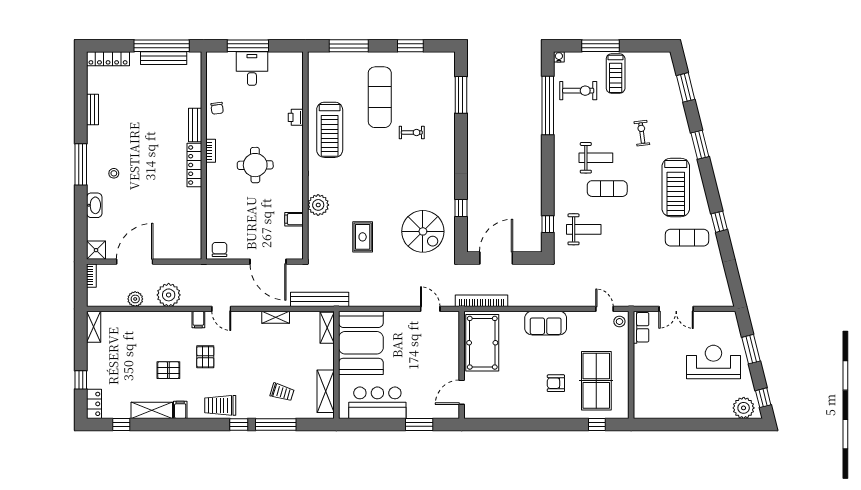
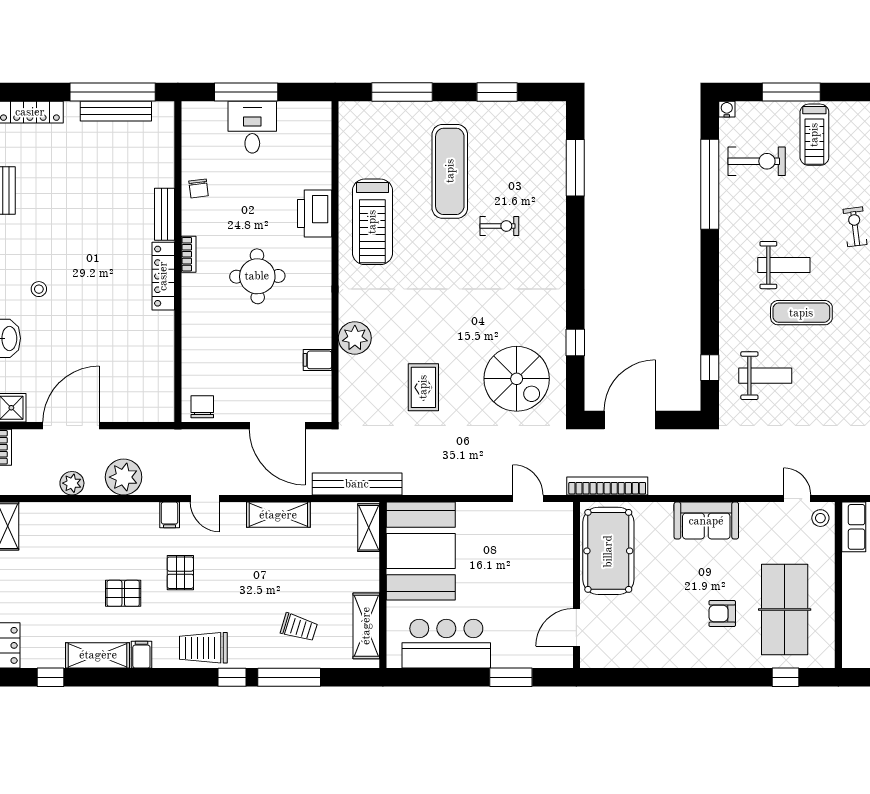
printer: (296, 117) -> (315, 213), width x1.87, depth x1.48
shelving: (276, 317) -> (278, 515), width x1.50, depth x1.33

